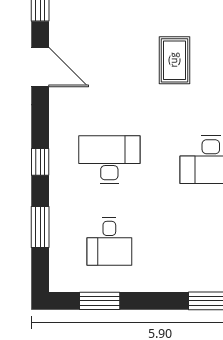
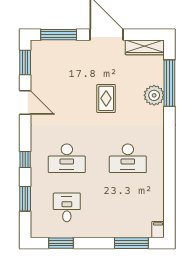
desk: (109, 160) -> (67, 158), turned 180
desk: (109, 241) -> (67, 207), turned 180

